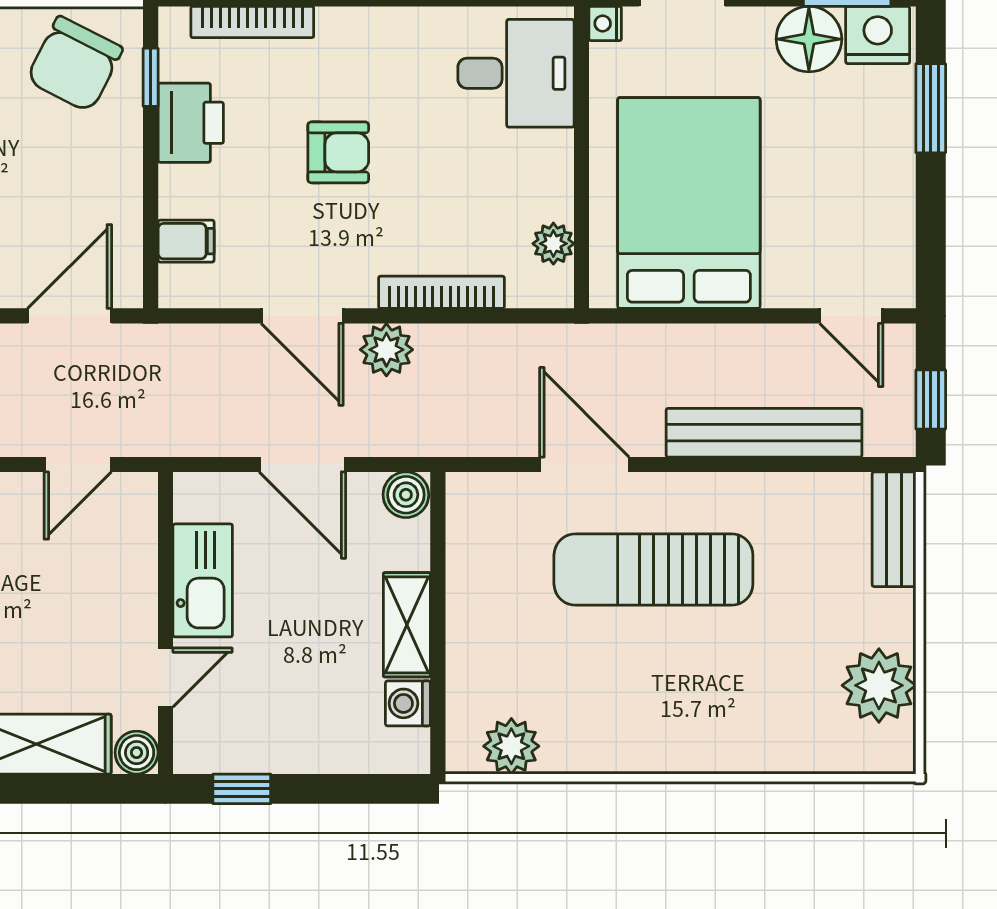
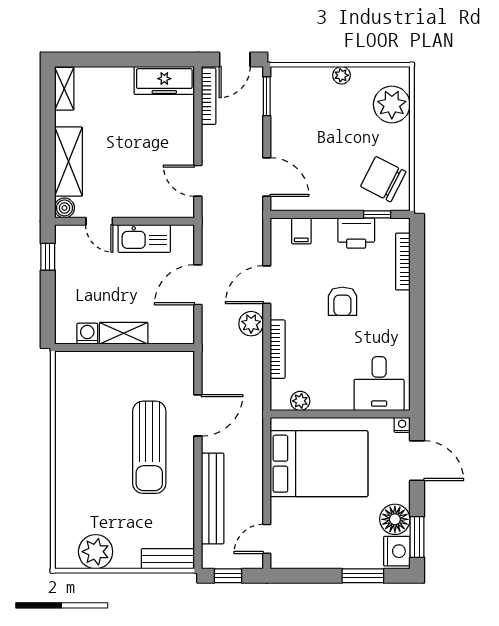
boiler: (406, 495) -> (184, 333), removed
sun lounger: (653, 570) -> (149, 447), turned 180
plant: (511, 746) -> (67, 381), removed

